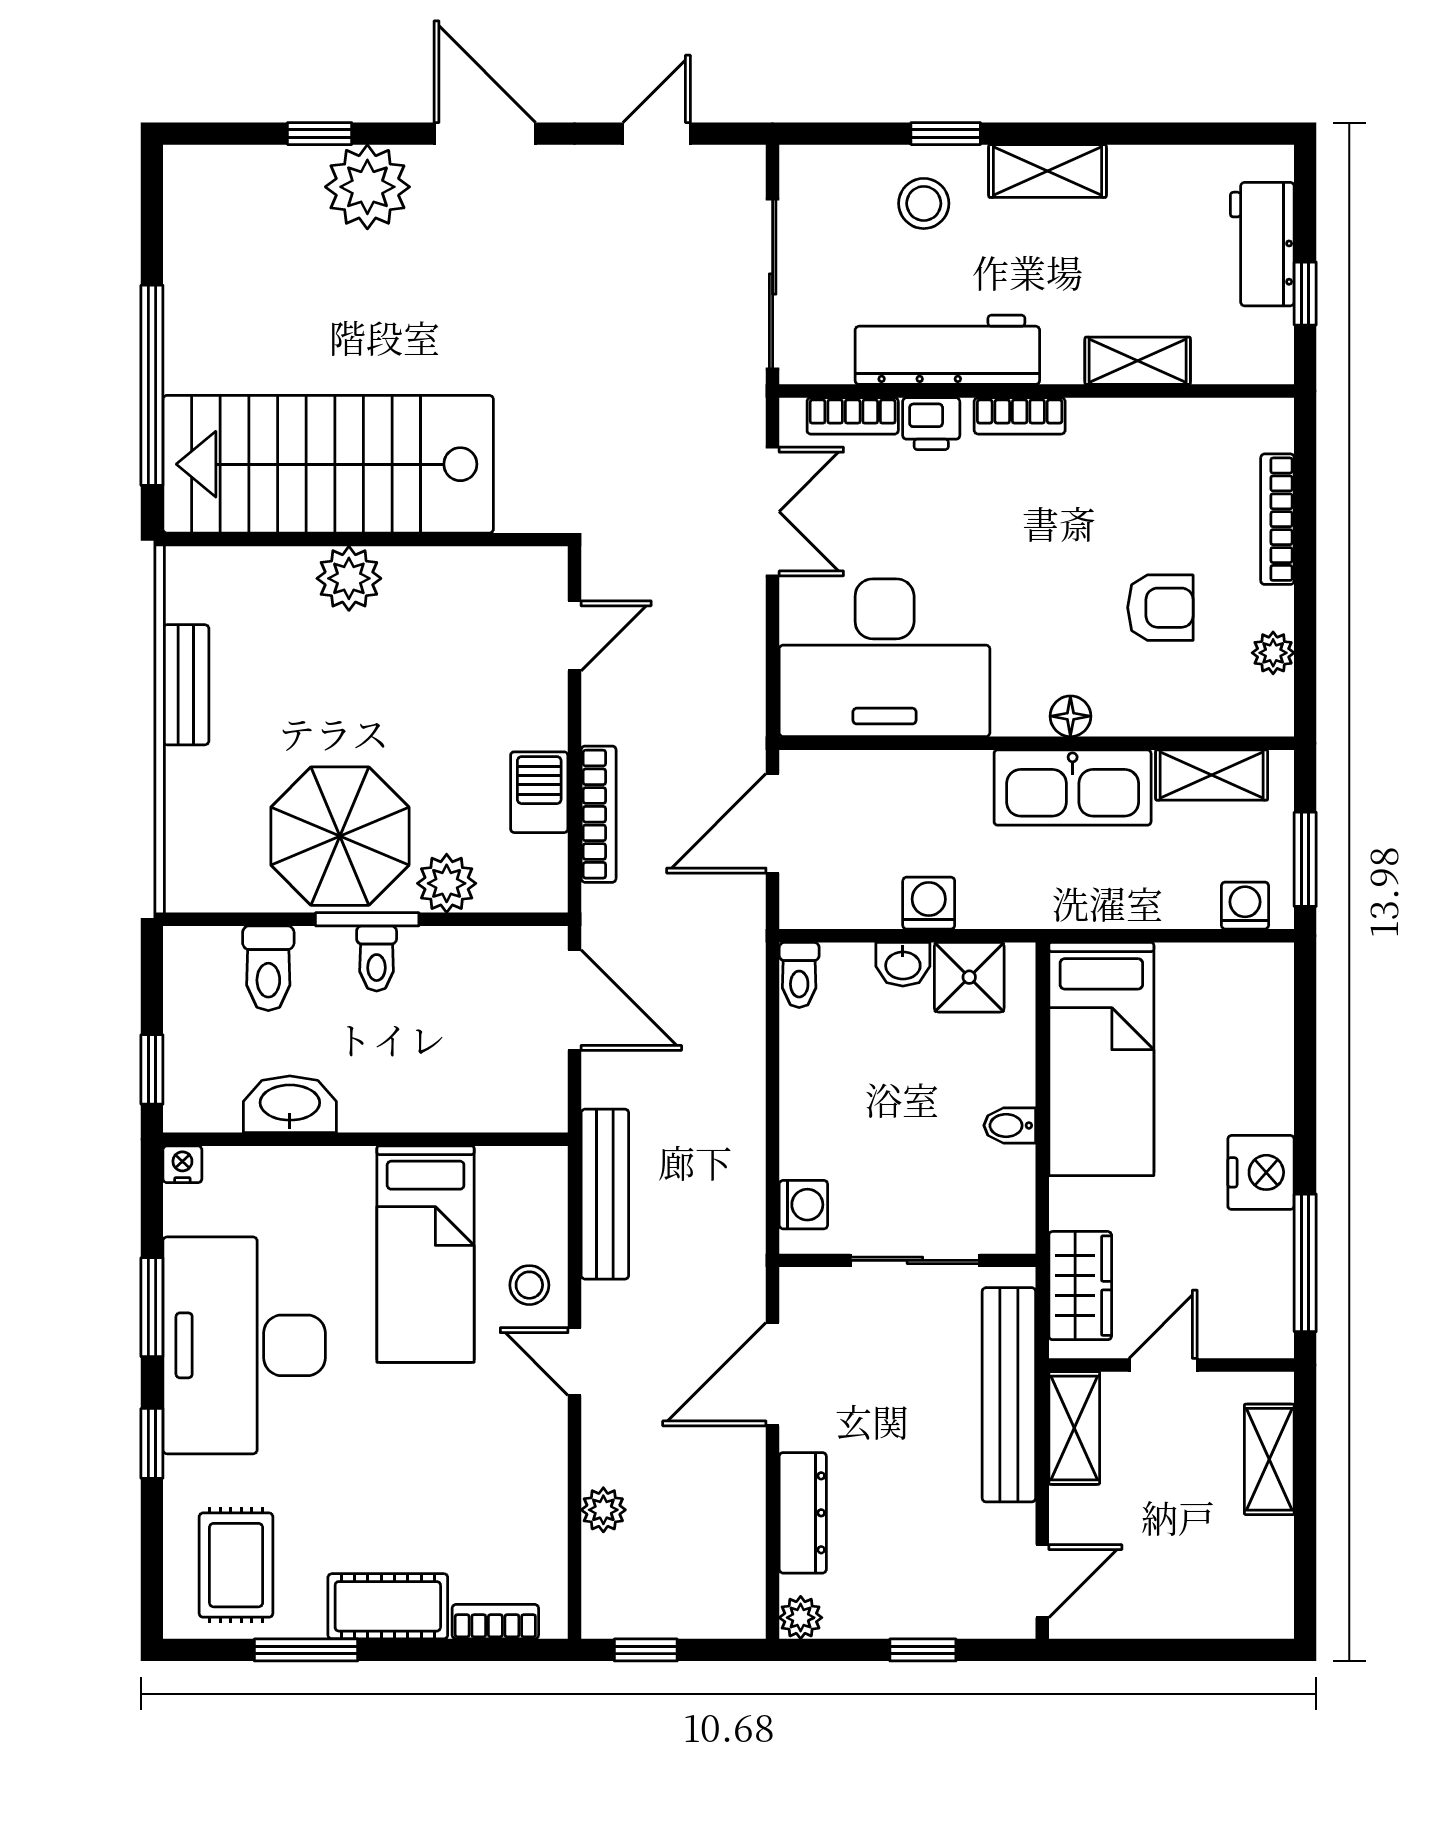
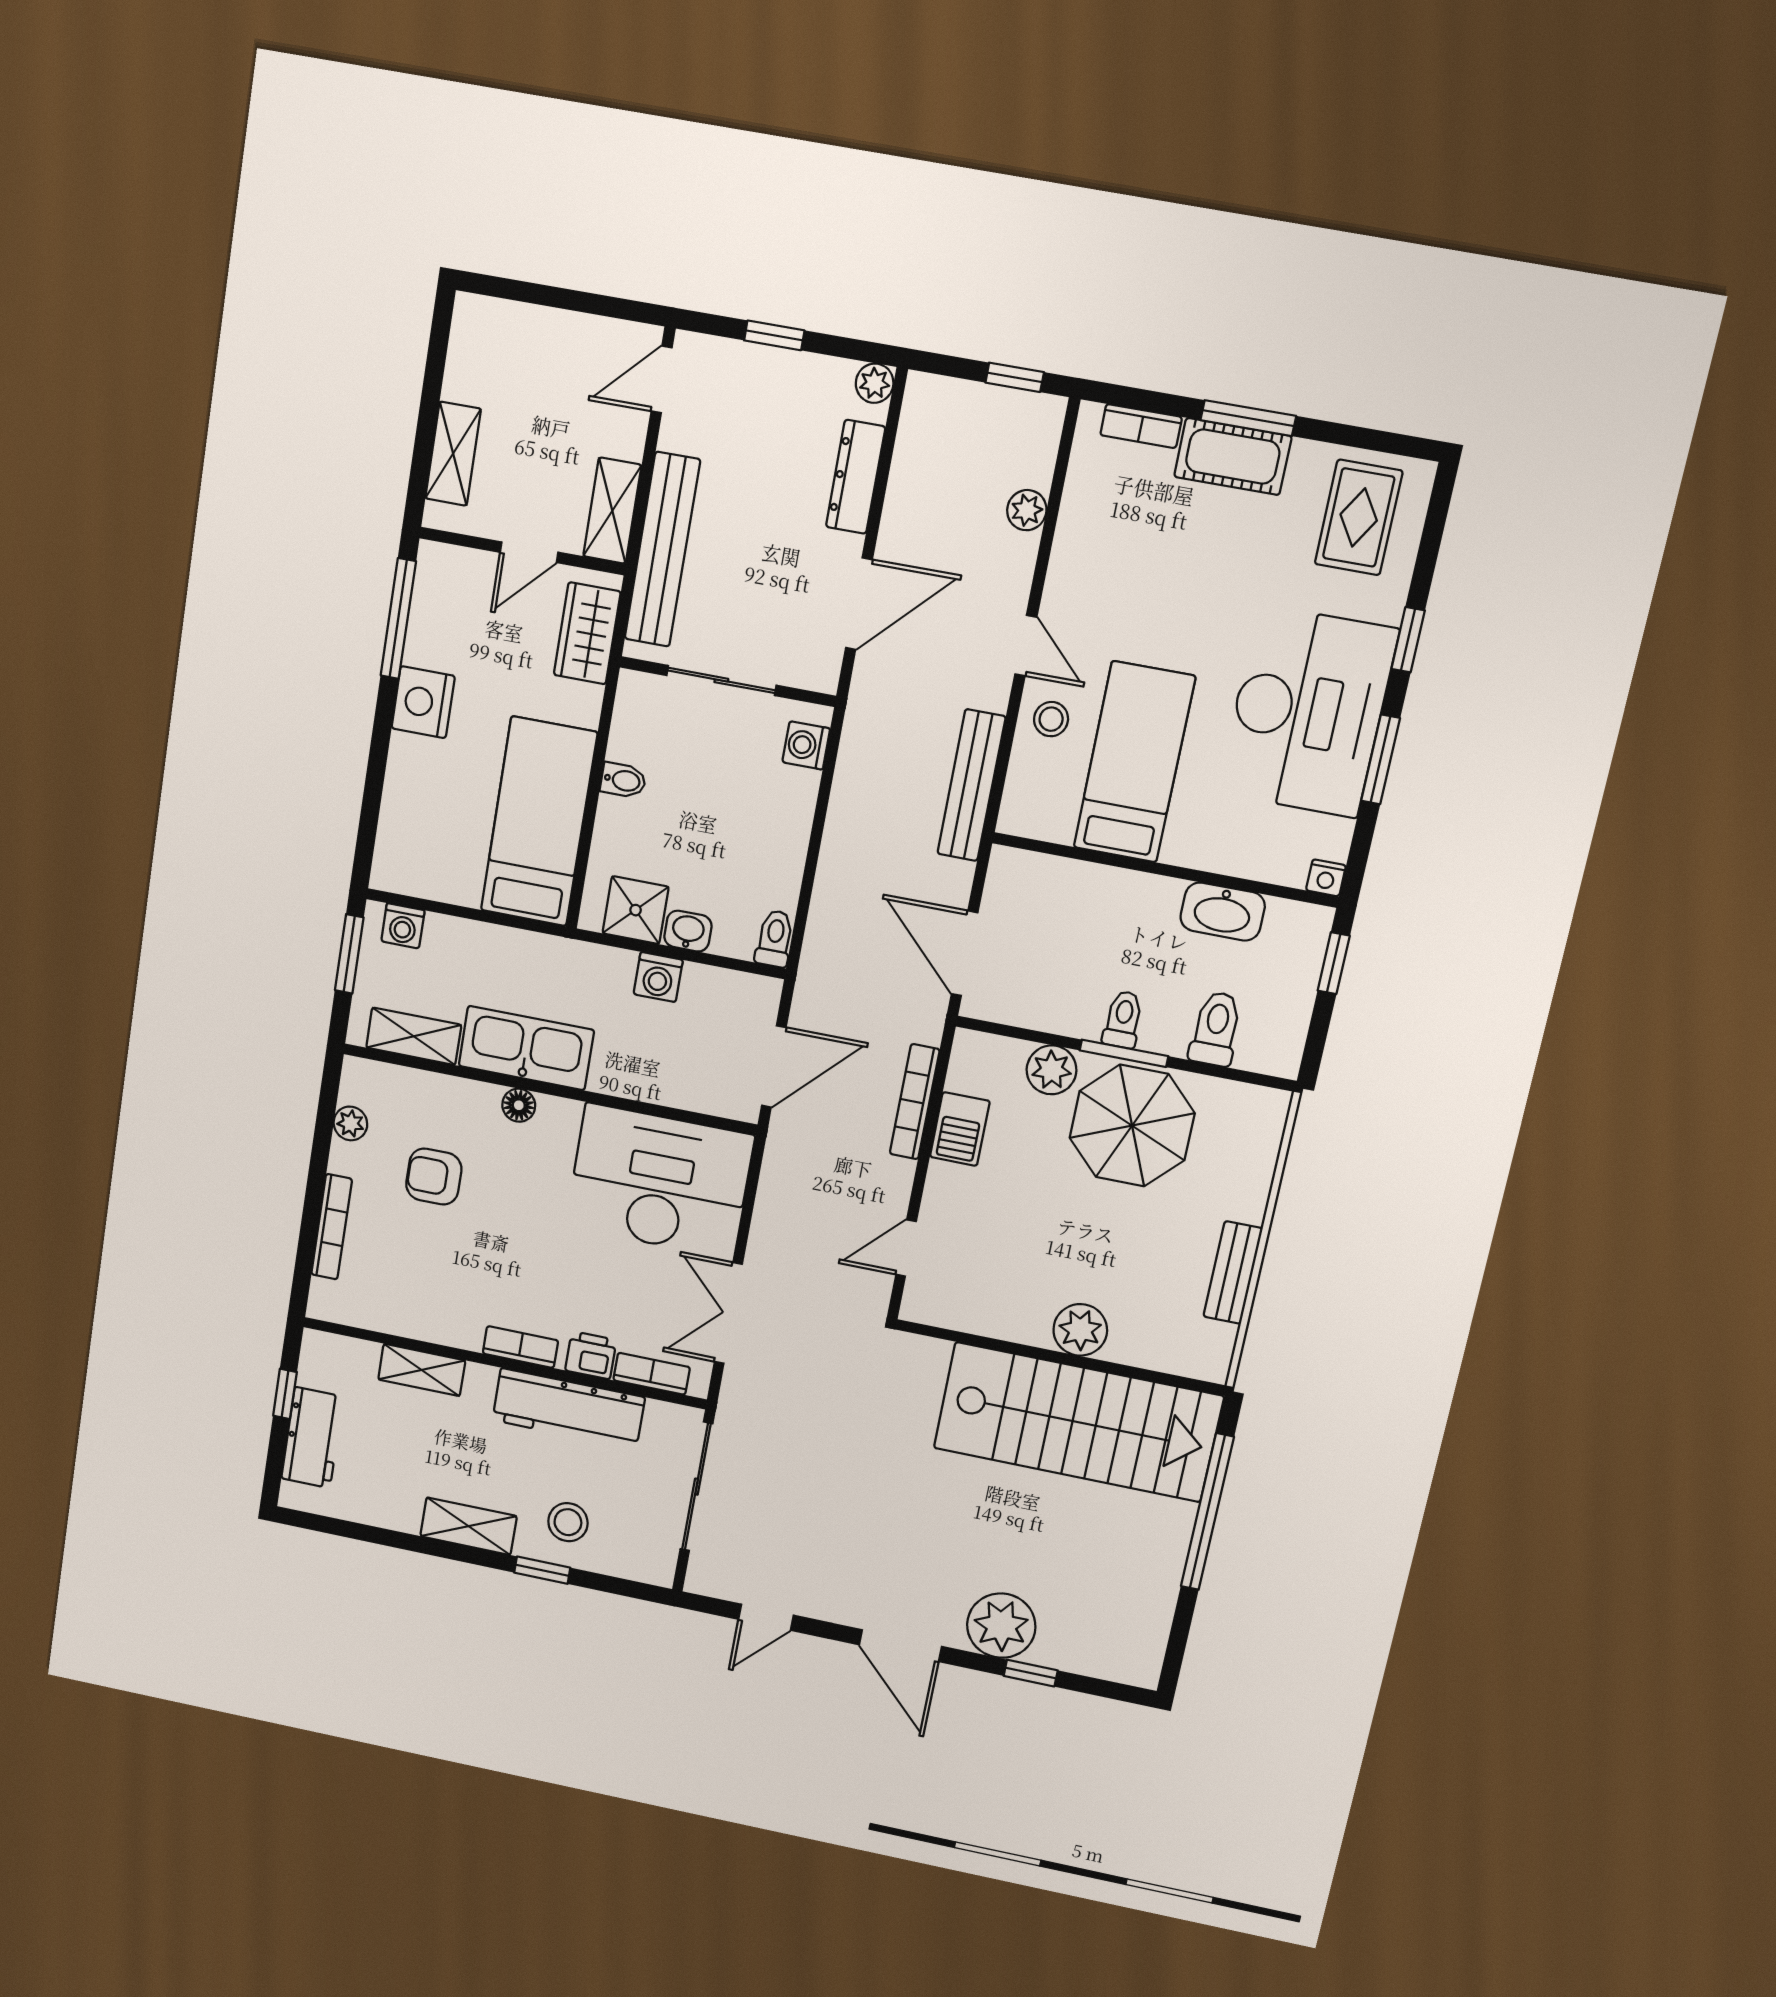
window: (306, 1650) -> (1248, 418), moved

